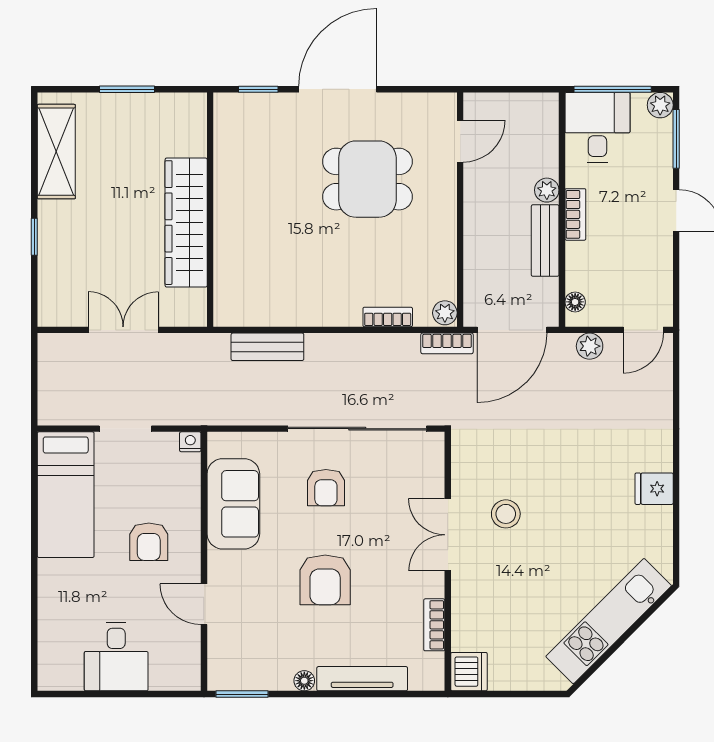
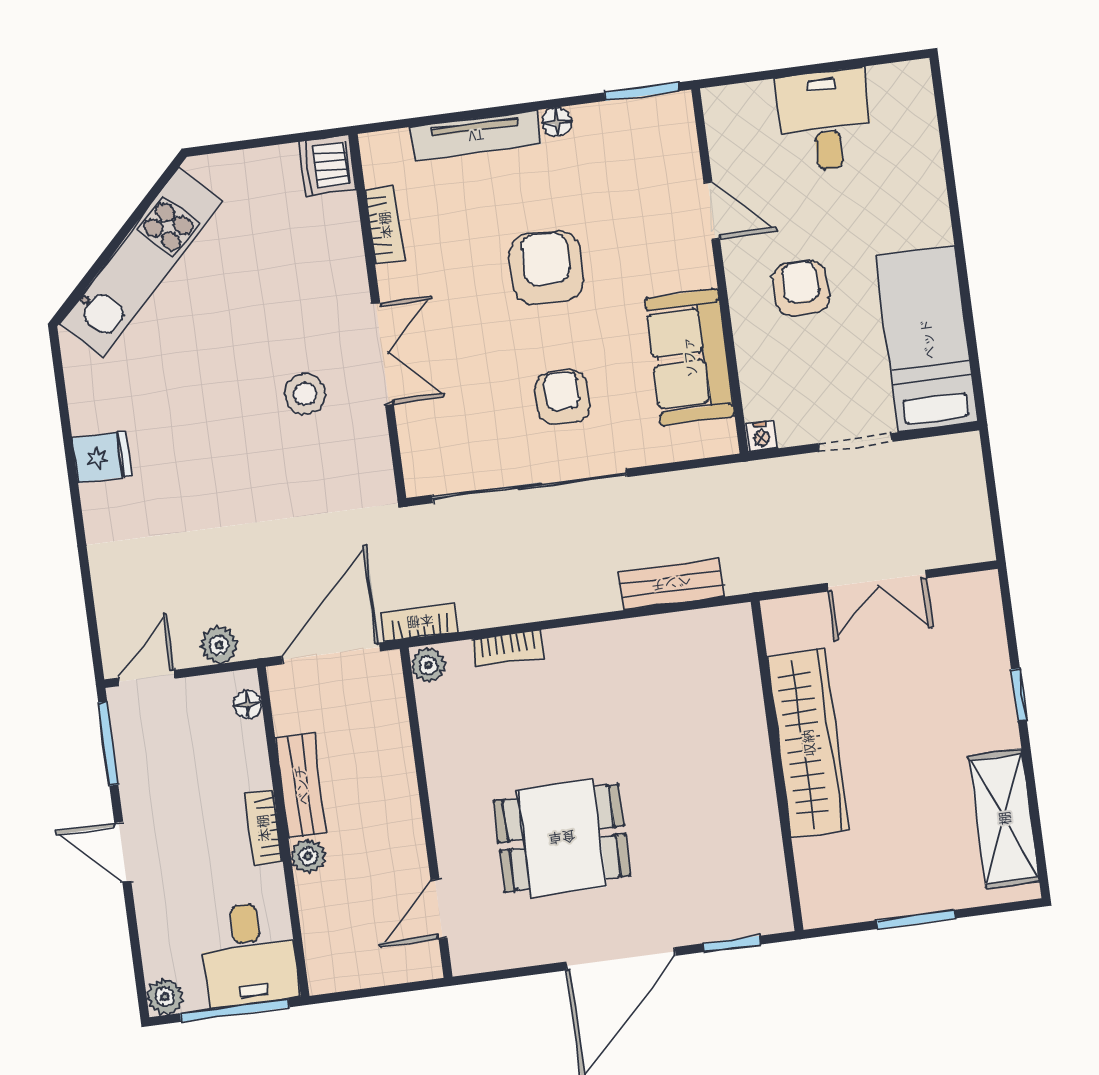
window: (676, 139) -> (108, 744), moved

